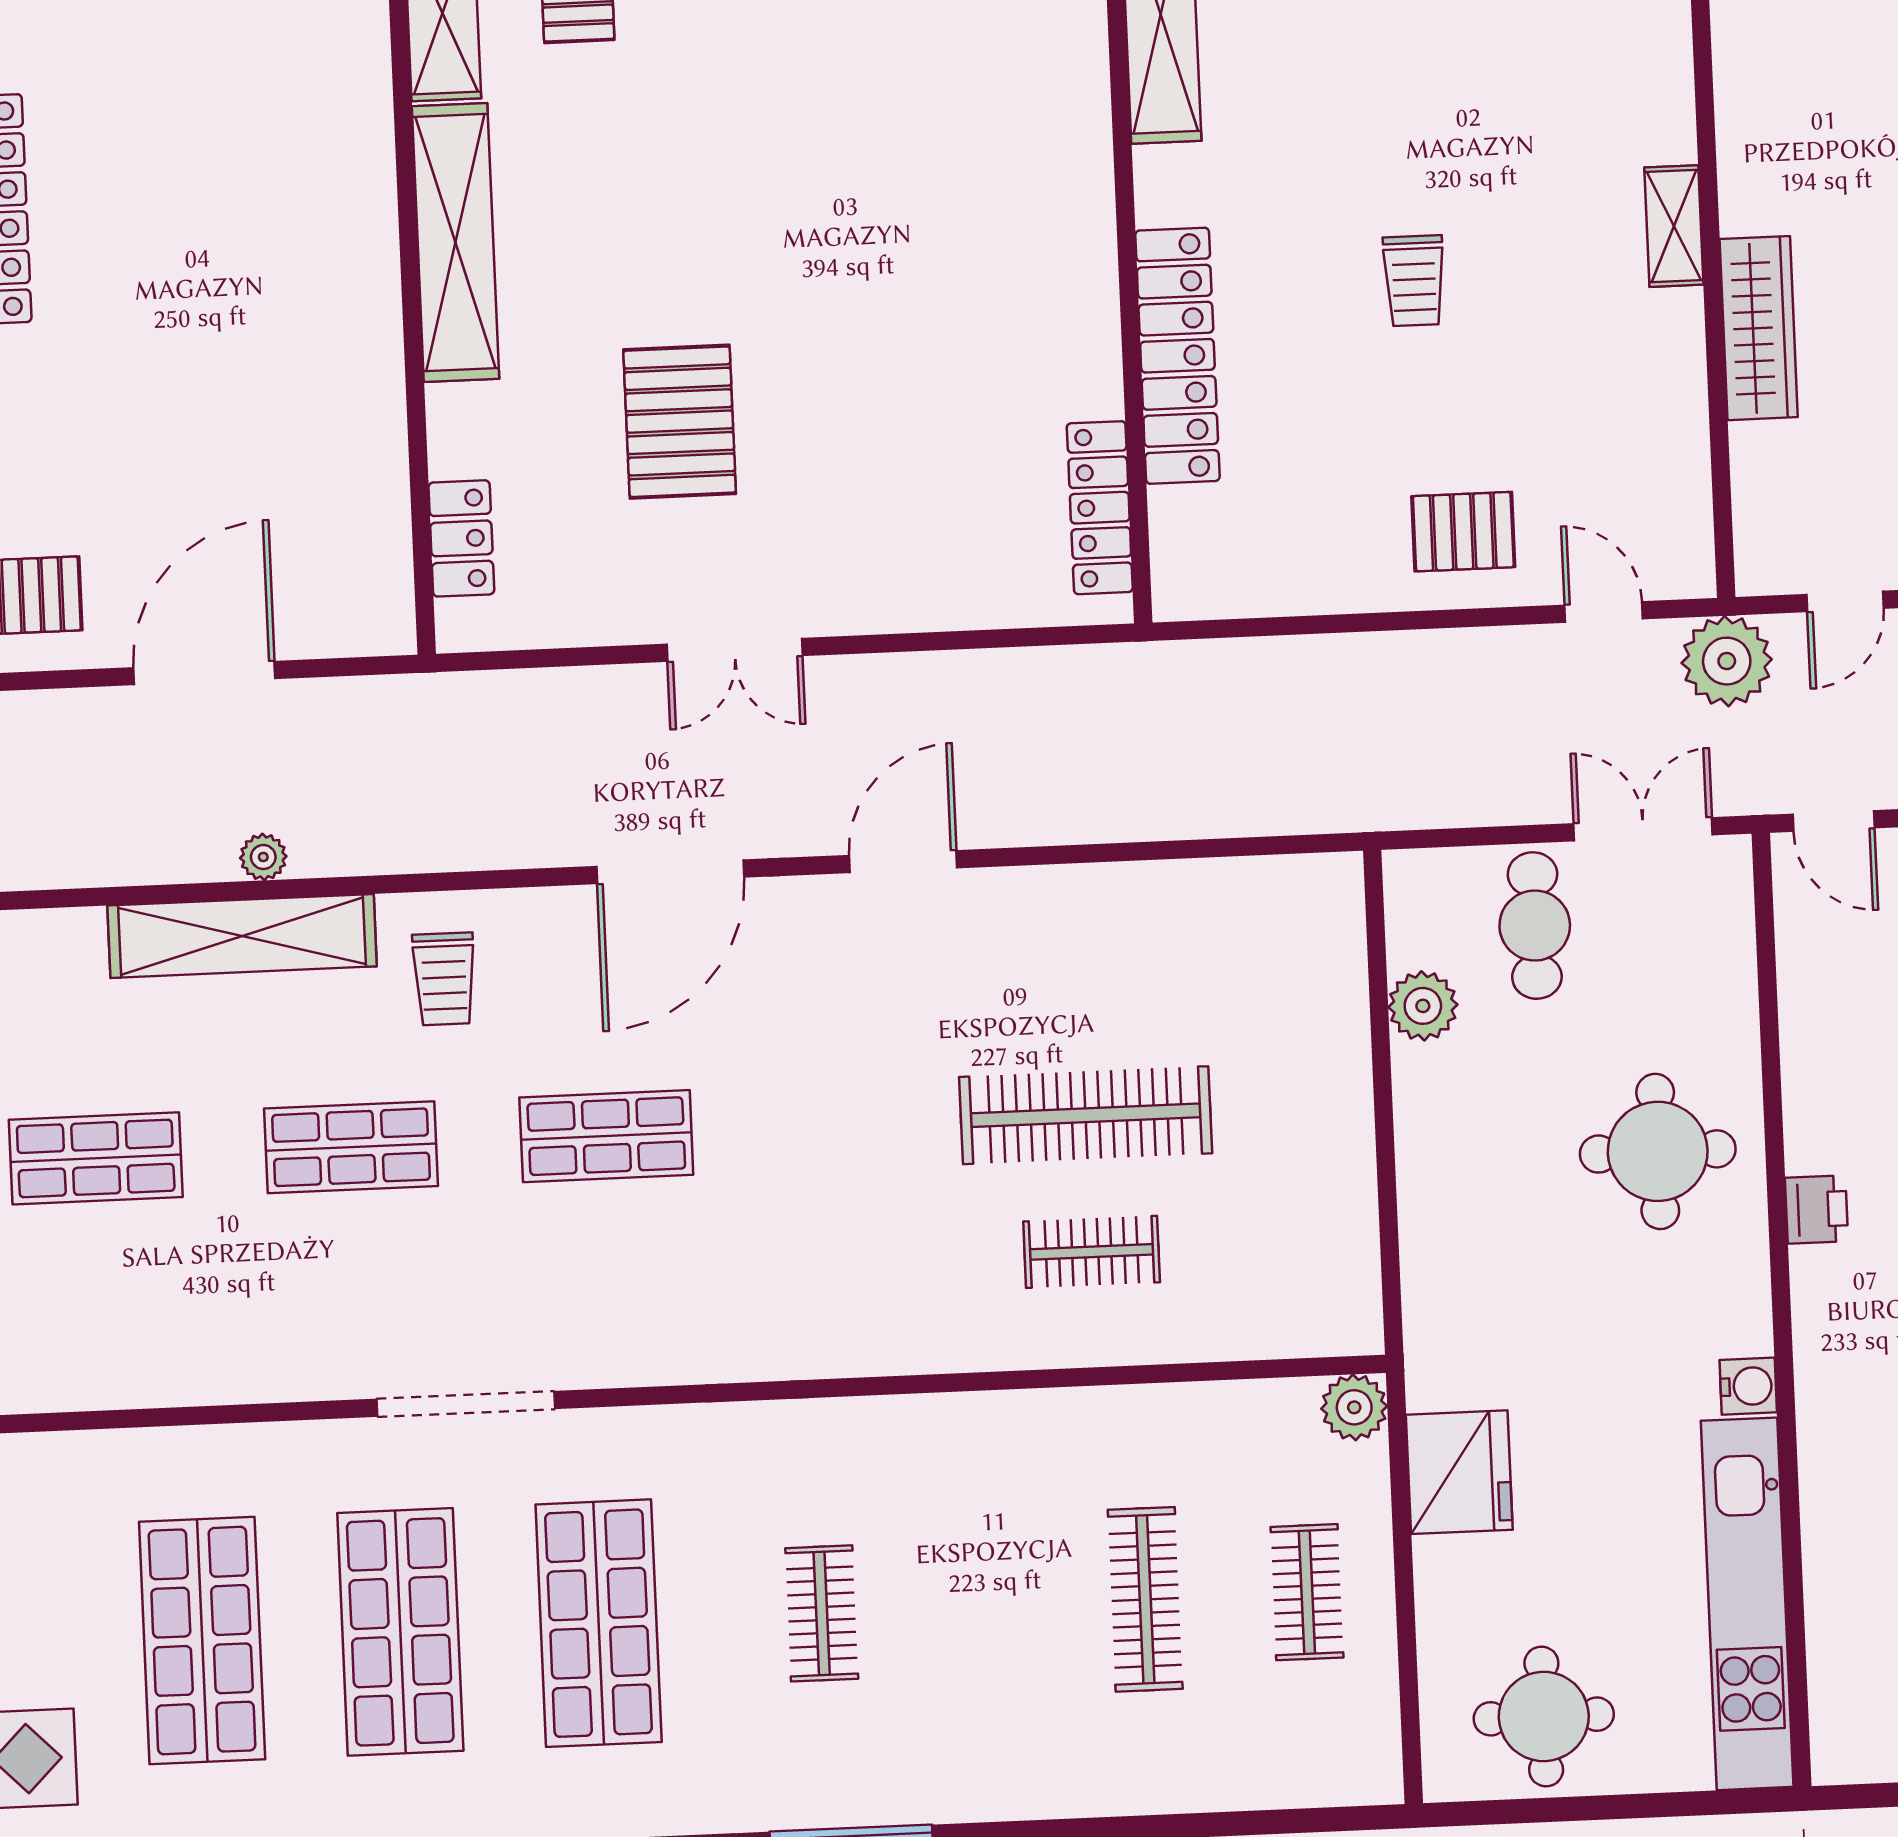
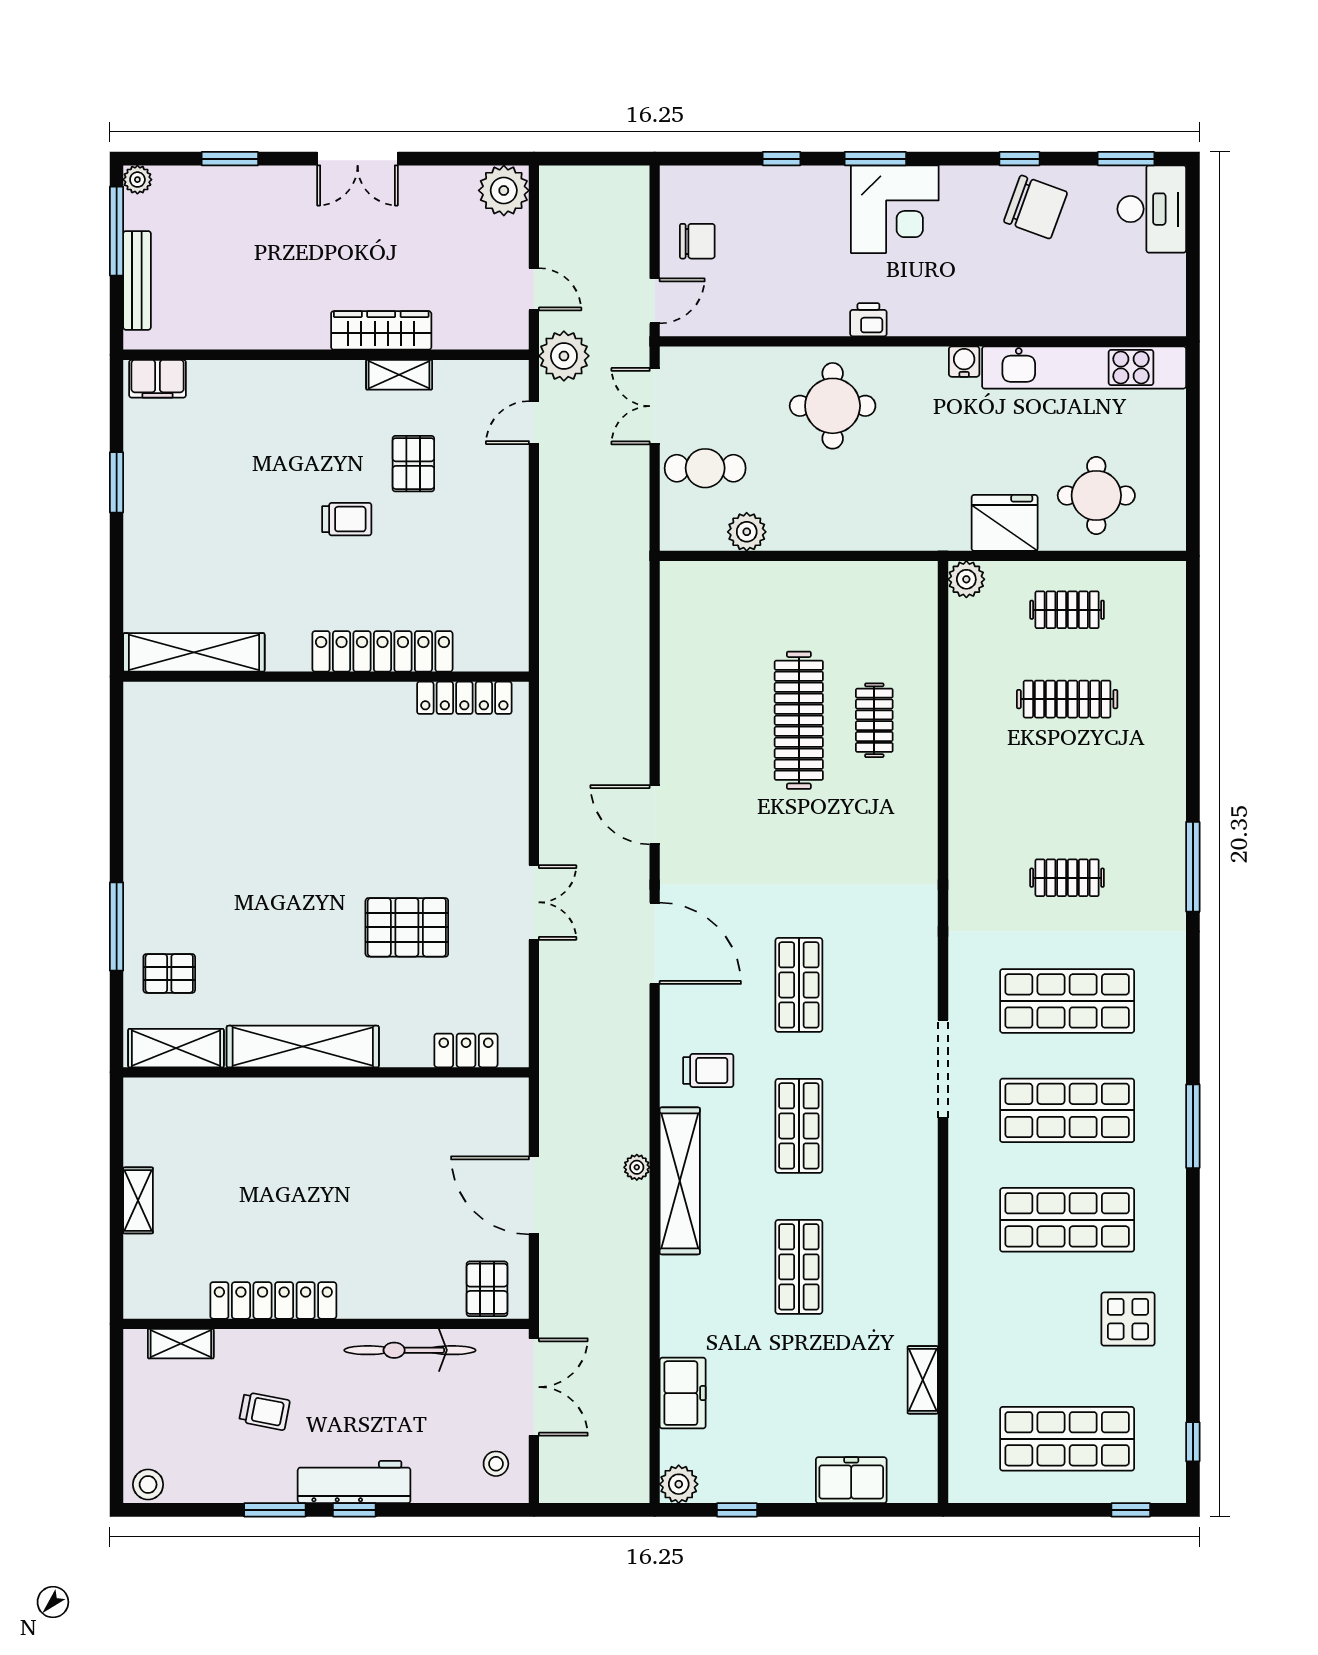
shelving: (1674, 226) -> (399, 375), moved
pallet: (1463, 532) -> (413, 464), moved
round table: (1544, 1716) -> (1096, 495), moved

